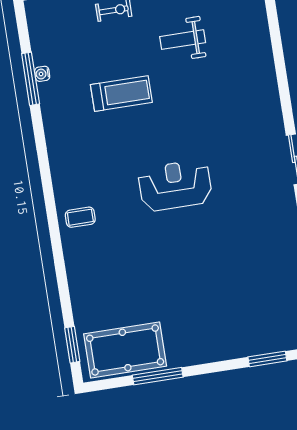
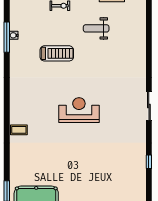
coffee table: (80, 217) -> (19, 130), moved

